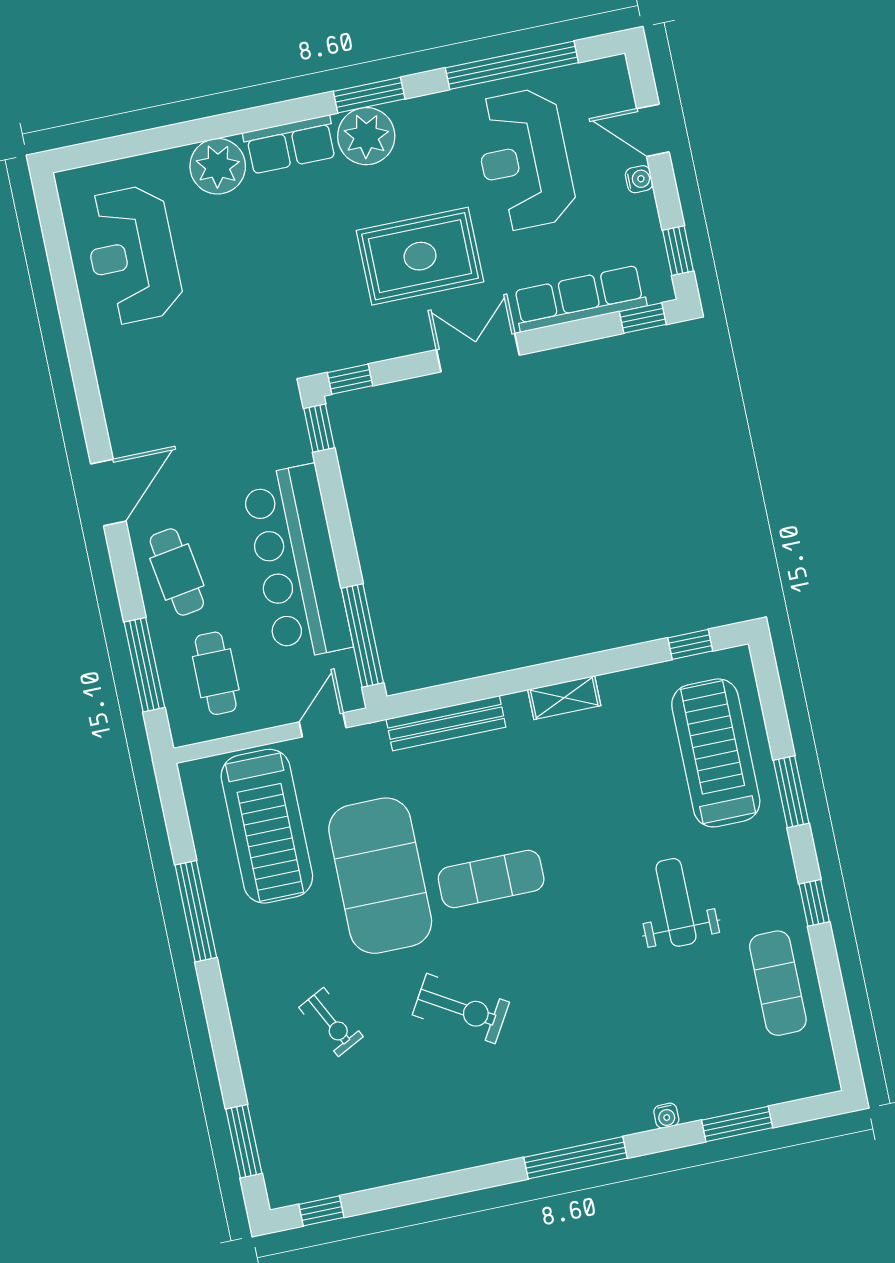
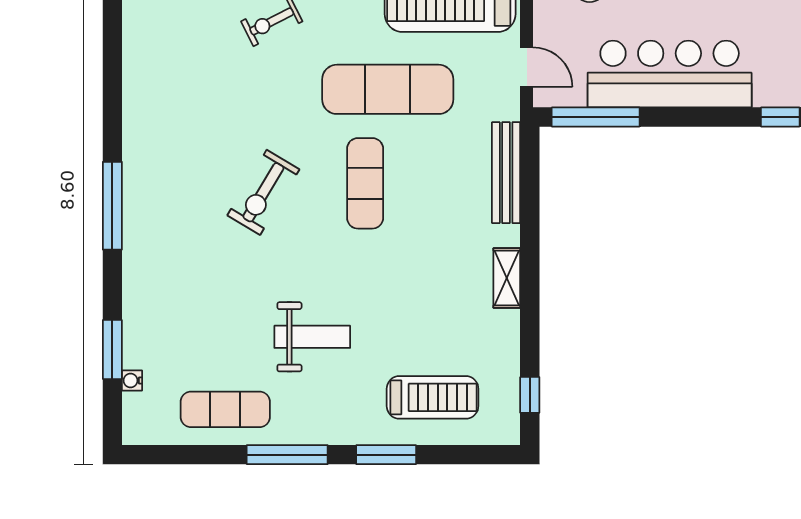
treadmill: (716, 753) -> (433, 397), width x0.73, depth x0.73
exercise mat: (380, 876) -> (388, 89), width x0.68
window: (814, 903) -> (287, 455), width x2.17
exercise bike: (461, 1008) -> (263, 192), moved
water cooler: (666, 1116) -> (132, 380), moved

